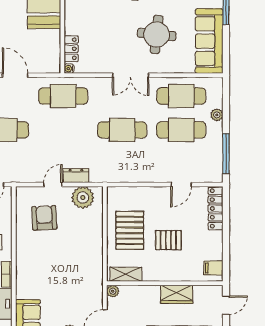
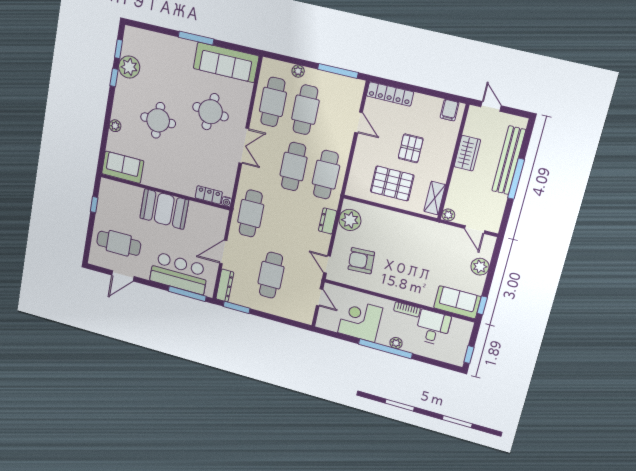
cafe table: (122, 164) -> (326, 175), added
door: (53, 185) -> (327, 264), moved

